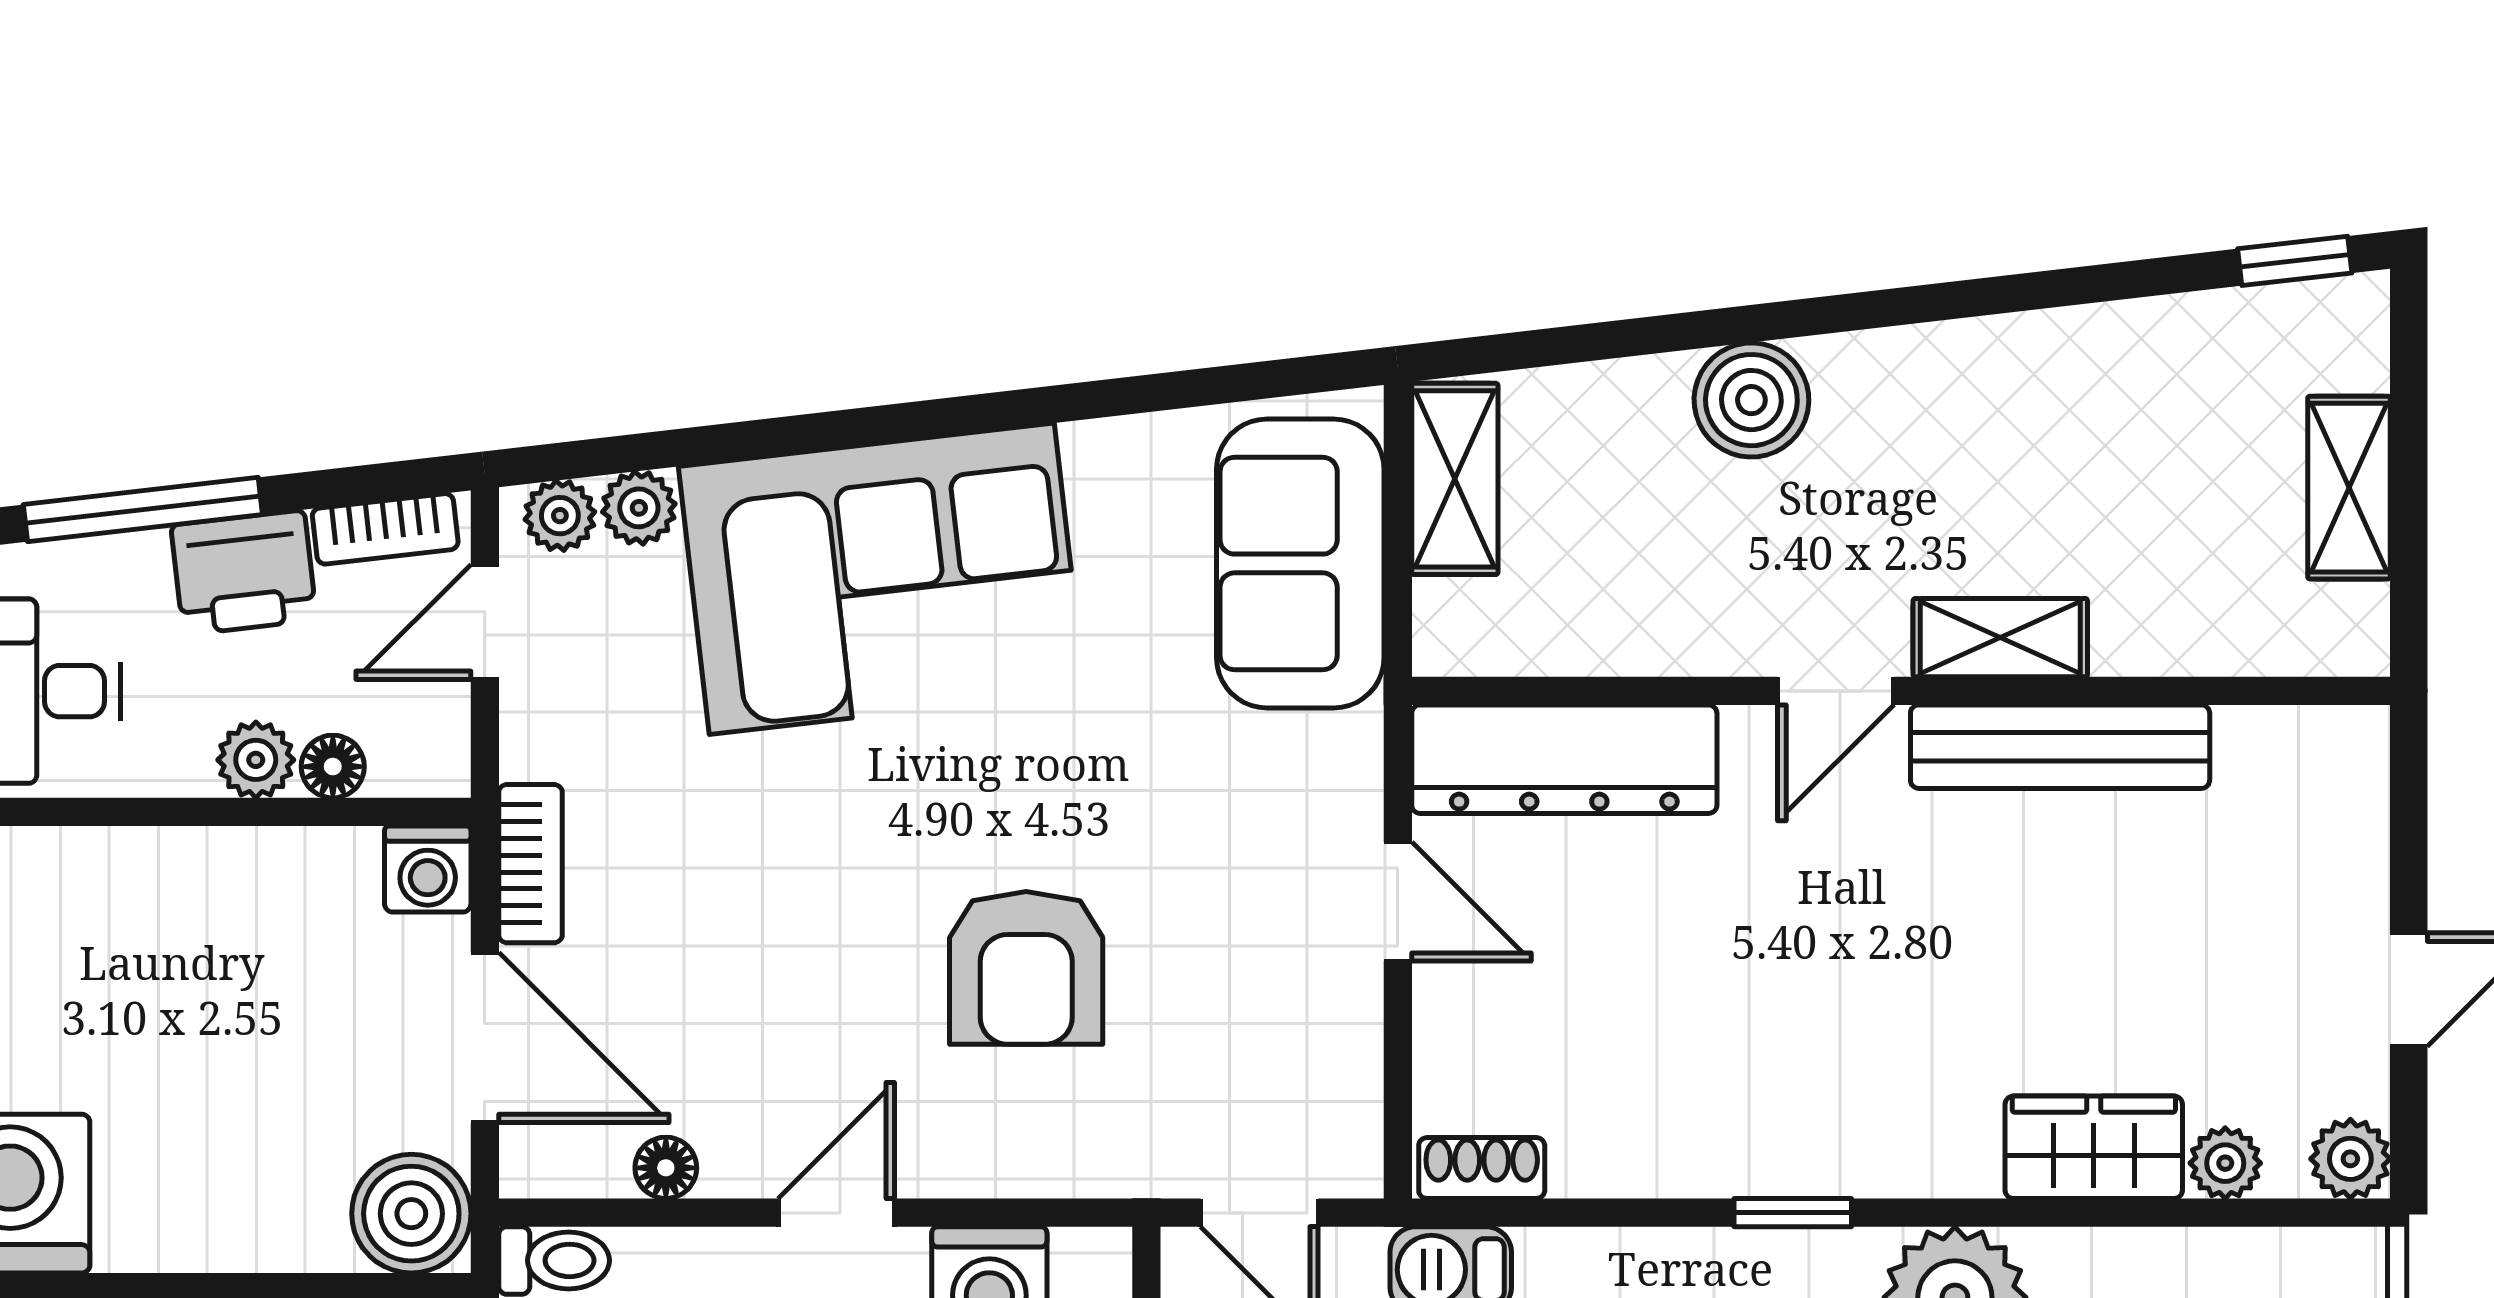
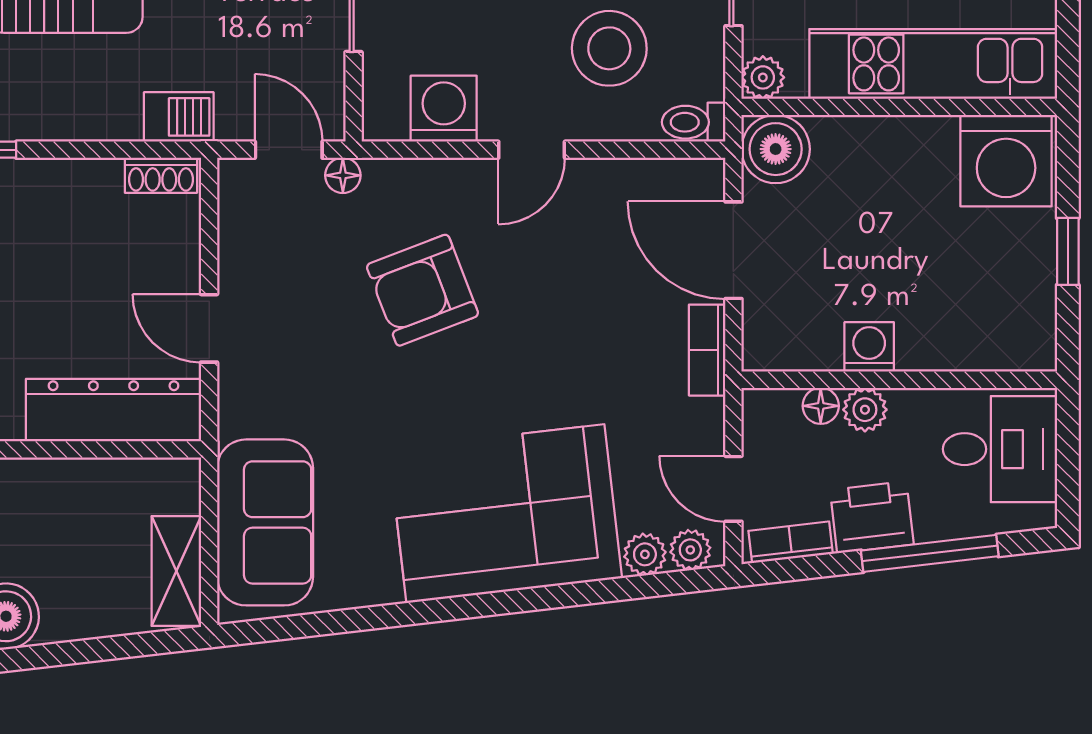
door: (485, 622) -> (733, 489), swing flipped
washing machine: (428, 869) -> (869, 347), moved
armchair: (1026, 968) -> (423, 290), turned -111
floor lamp: (666, 1168) -> (343, 175), moved

